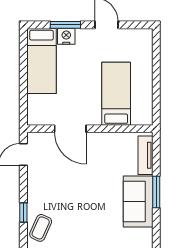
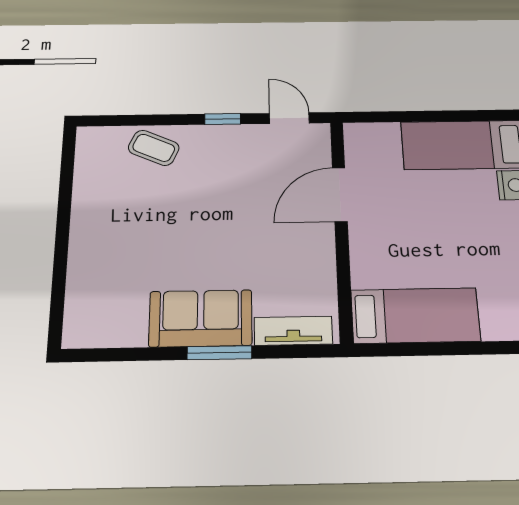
bed: (116, 94) -> (415, 316), moved
window: (23, 212) -> (223, 119), moved

